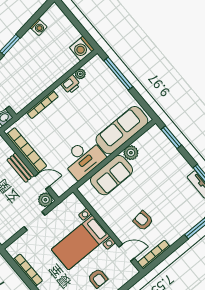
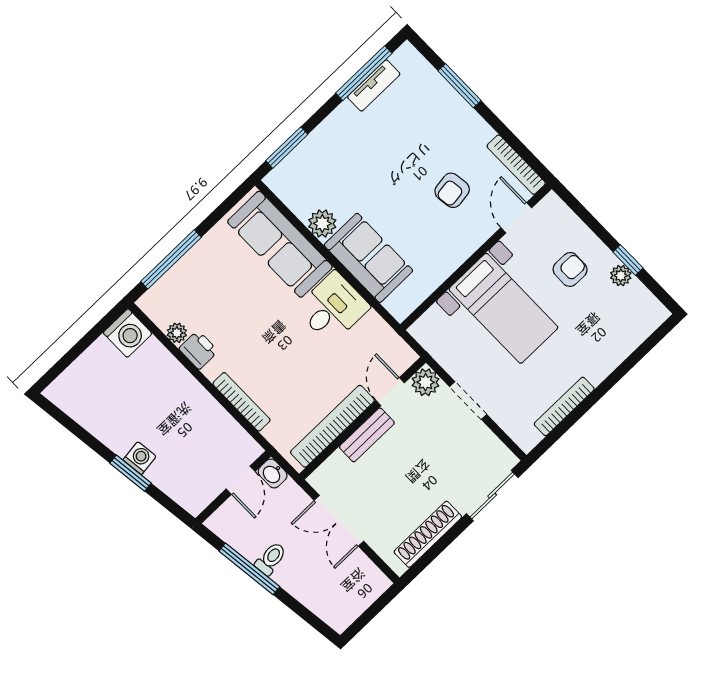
washing machine: (39, 27) -> (140, 458), moved
desk: (83, 158) -> (333, 308), width x0.73

